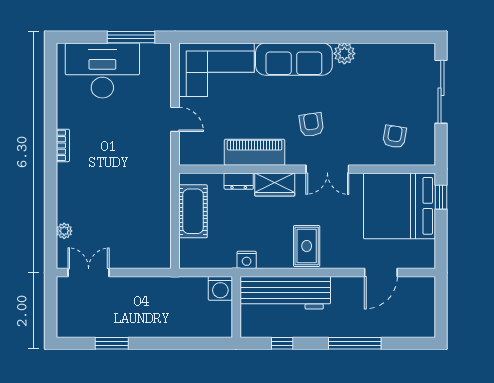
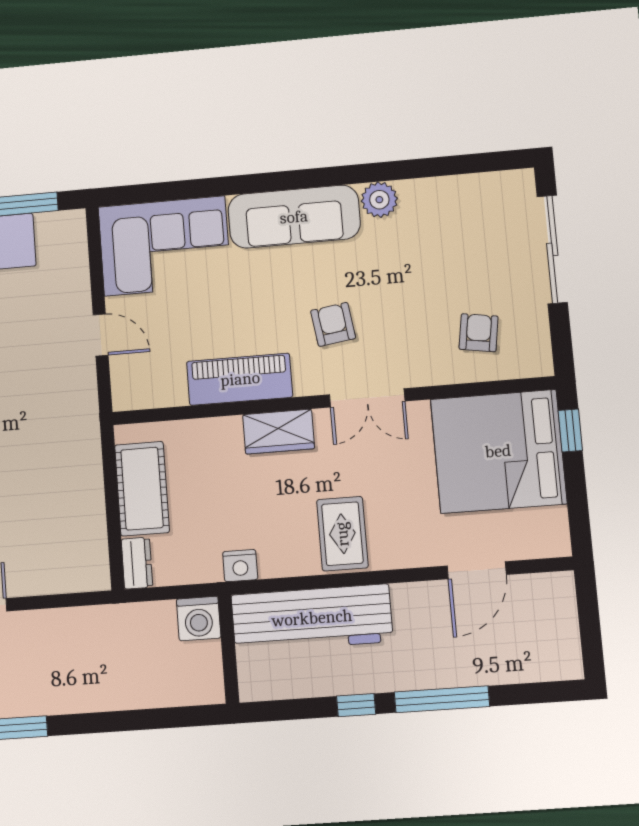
dresser: (239, 181) -> (137, 563), moved, turned -90
window: (282, 343) -> (356, 705), moved

